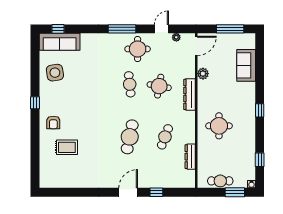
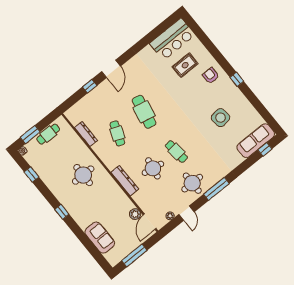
side table: (55, 73) -> (220, 118), moved
plant: (203, 74) -> (135, 214), moved
bar counter: (60, 176) -> (172, 39), added

